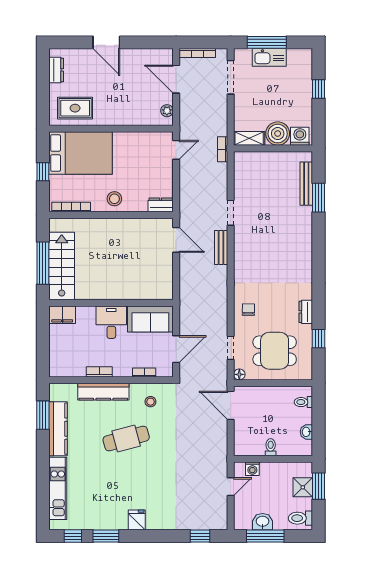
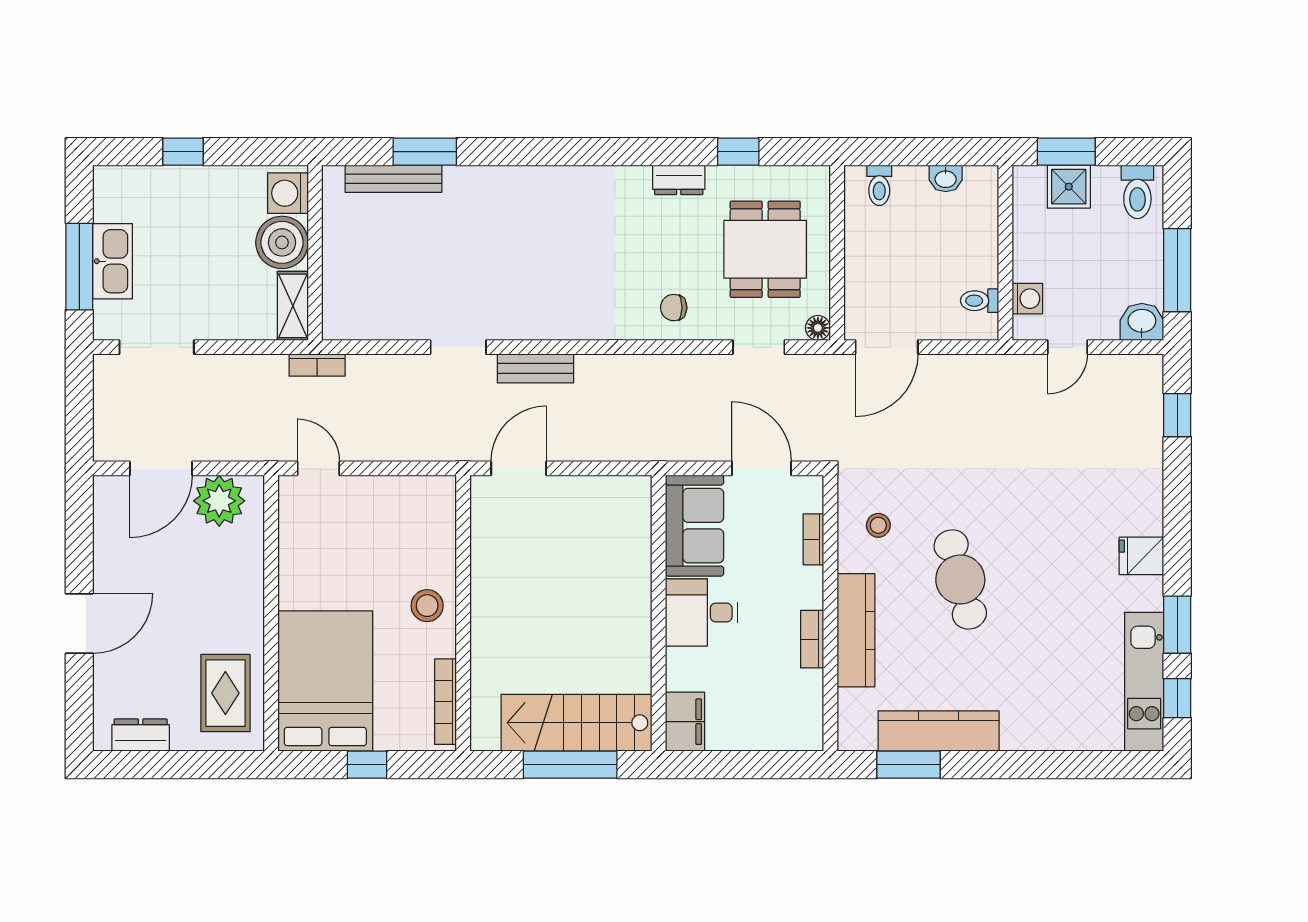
bookcase: (197, 53) -> (103, 421), removed
plant: (167, 111) -> (219, 501), width x1.87, depth x1.87
dresser: (161, 205) -> (441, 503), removed
toilet: (271, 447) -> (980, 301), moved
door: (231, 487) -> (1068, 347), swing flipped
kitchen unit: (58, 488) -> (1144, 682), moved, turned -90
washbasin: (263, 522) -> (1142, 322), moved, turned 90

